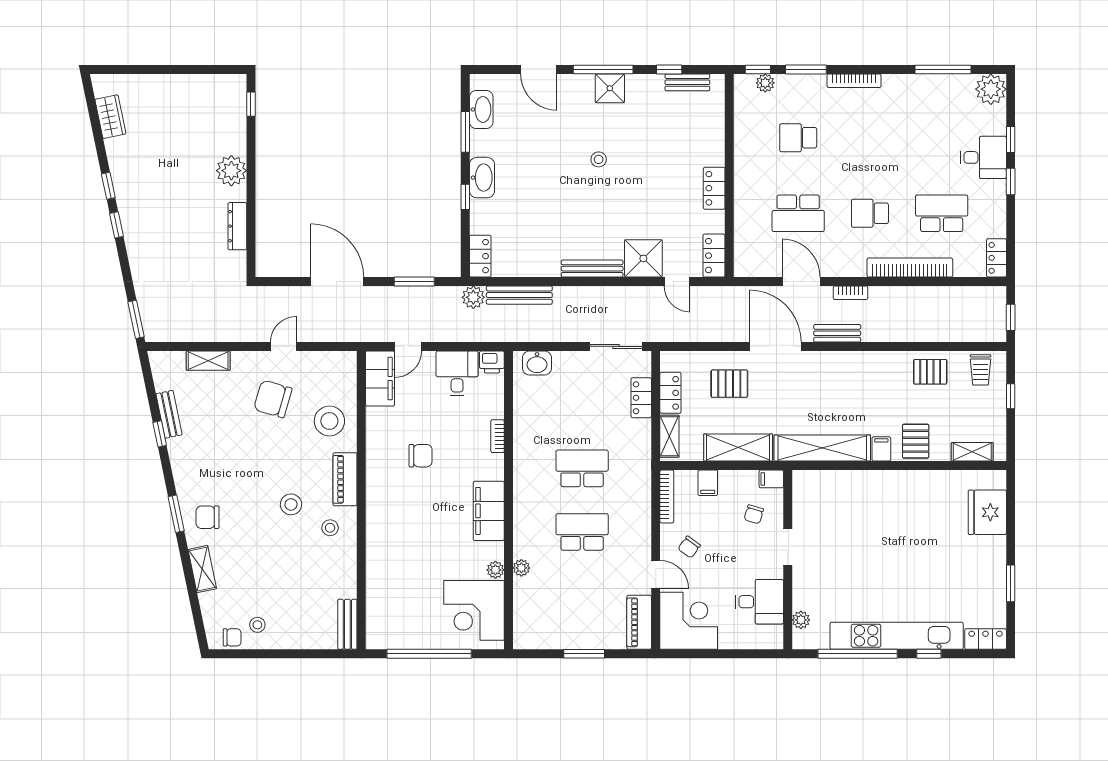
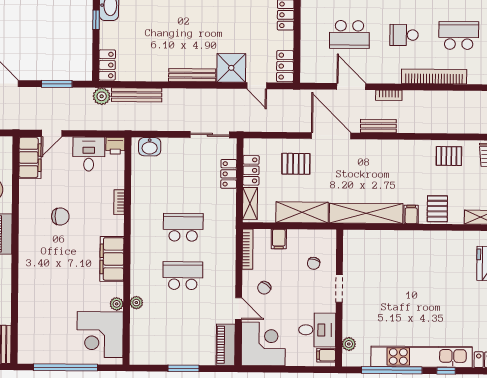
filing cabinet: (771, 479) -> (326, 355), moved

